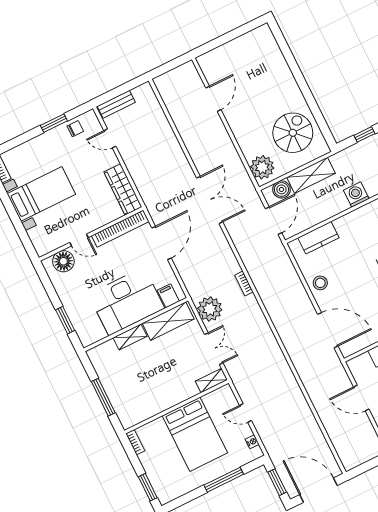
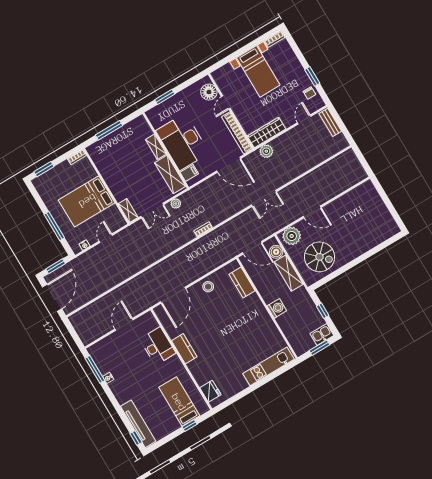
door: (213, 99) -> (312, 212), moved
plant: (148, 192) -> (266, 151), added
double door: (210, 200) -> (264, 198), width x0.73
plant: (210, 309) -> (176, 204), width x0.53, depth x0.53

